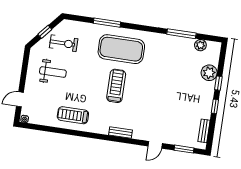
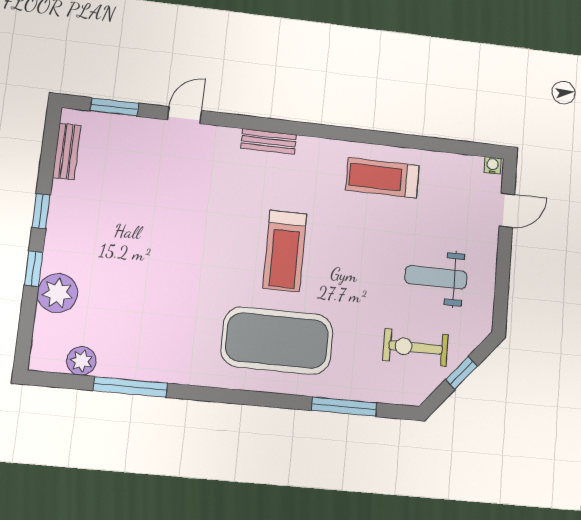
window: (107, 23) -> (344, 407), moved
treadmill: (73, 115) -> (382, 178), turned 180

